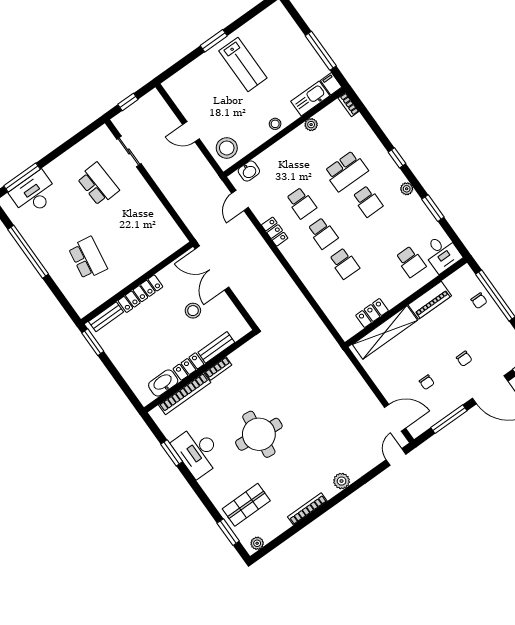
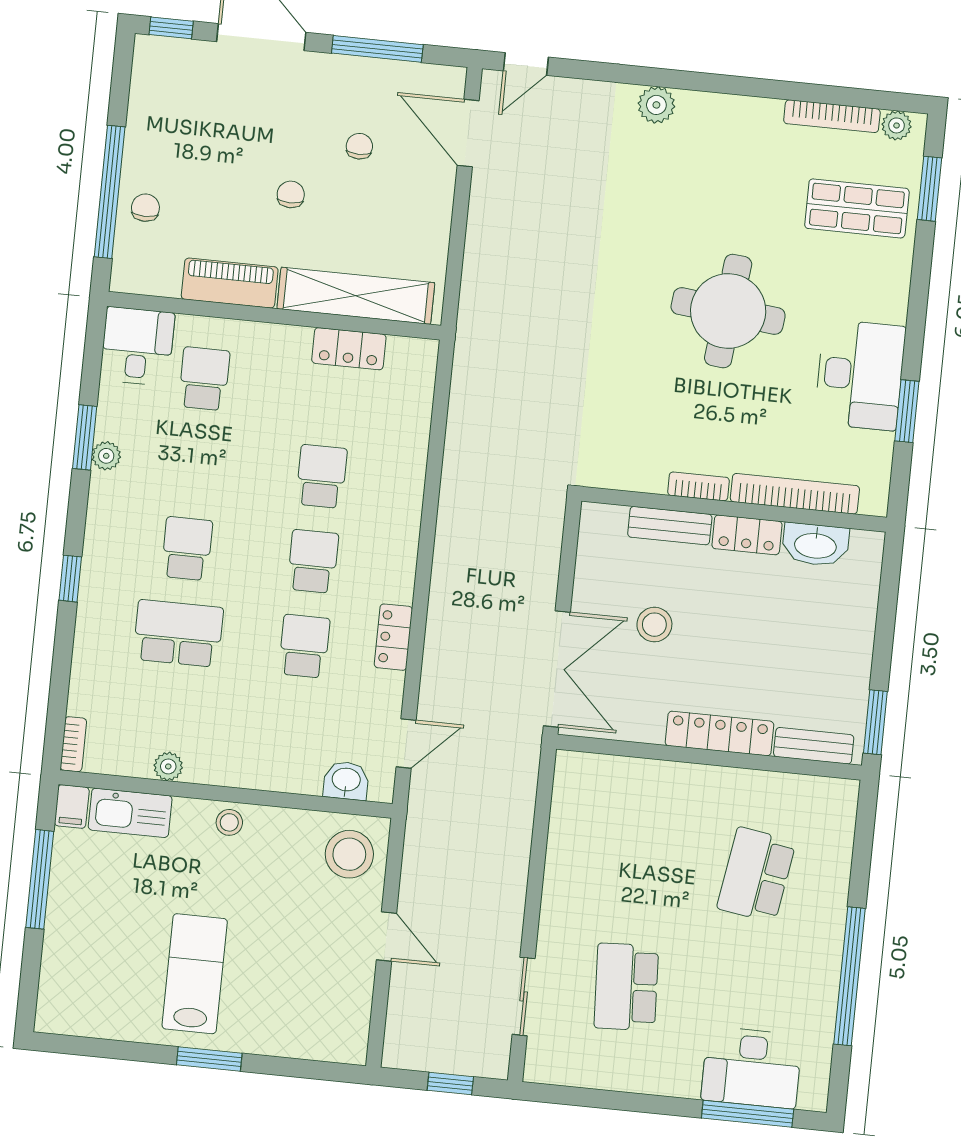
plant: (407, 189) -> (106, 456), moved
chair: (464, 359) -> (291, 194), moved
bookcase: (307, 509) -> (832, 116), moved

